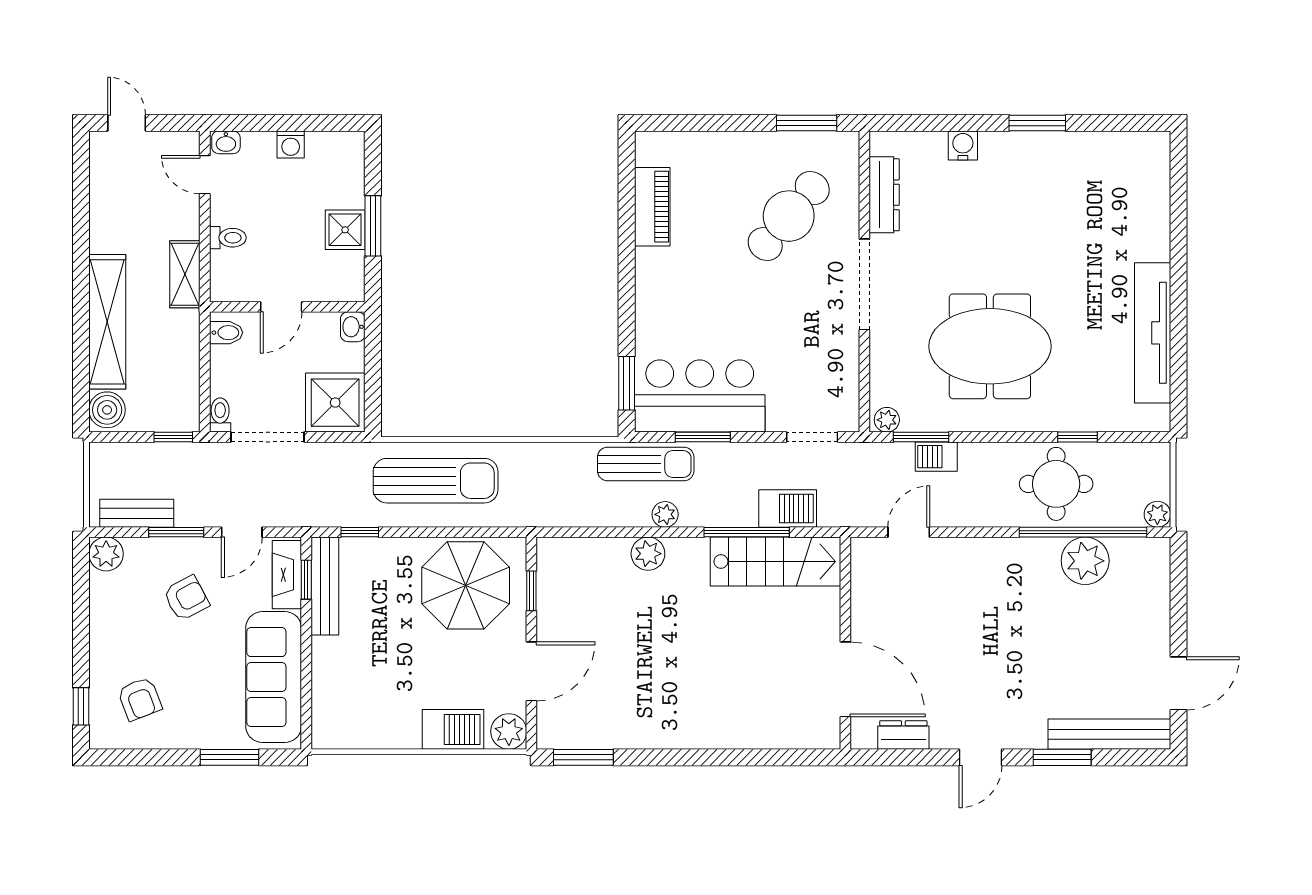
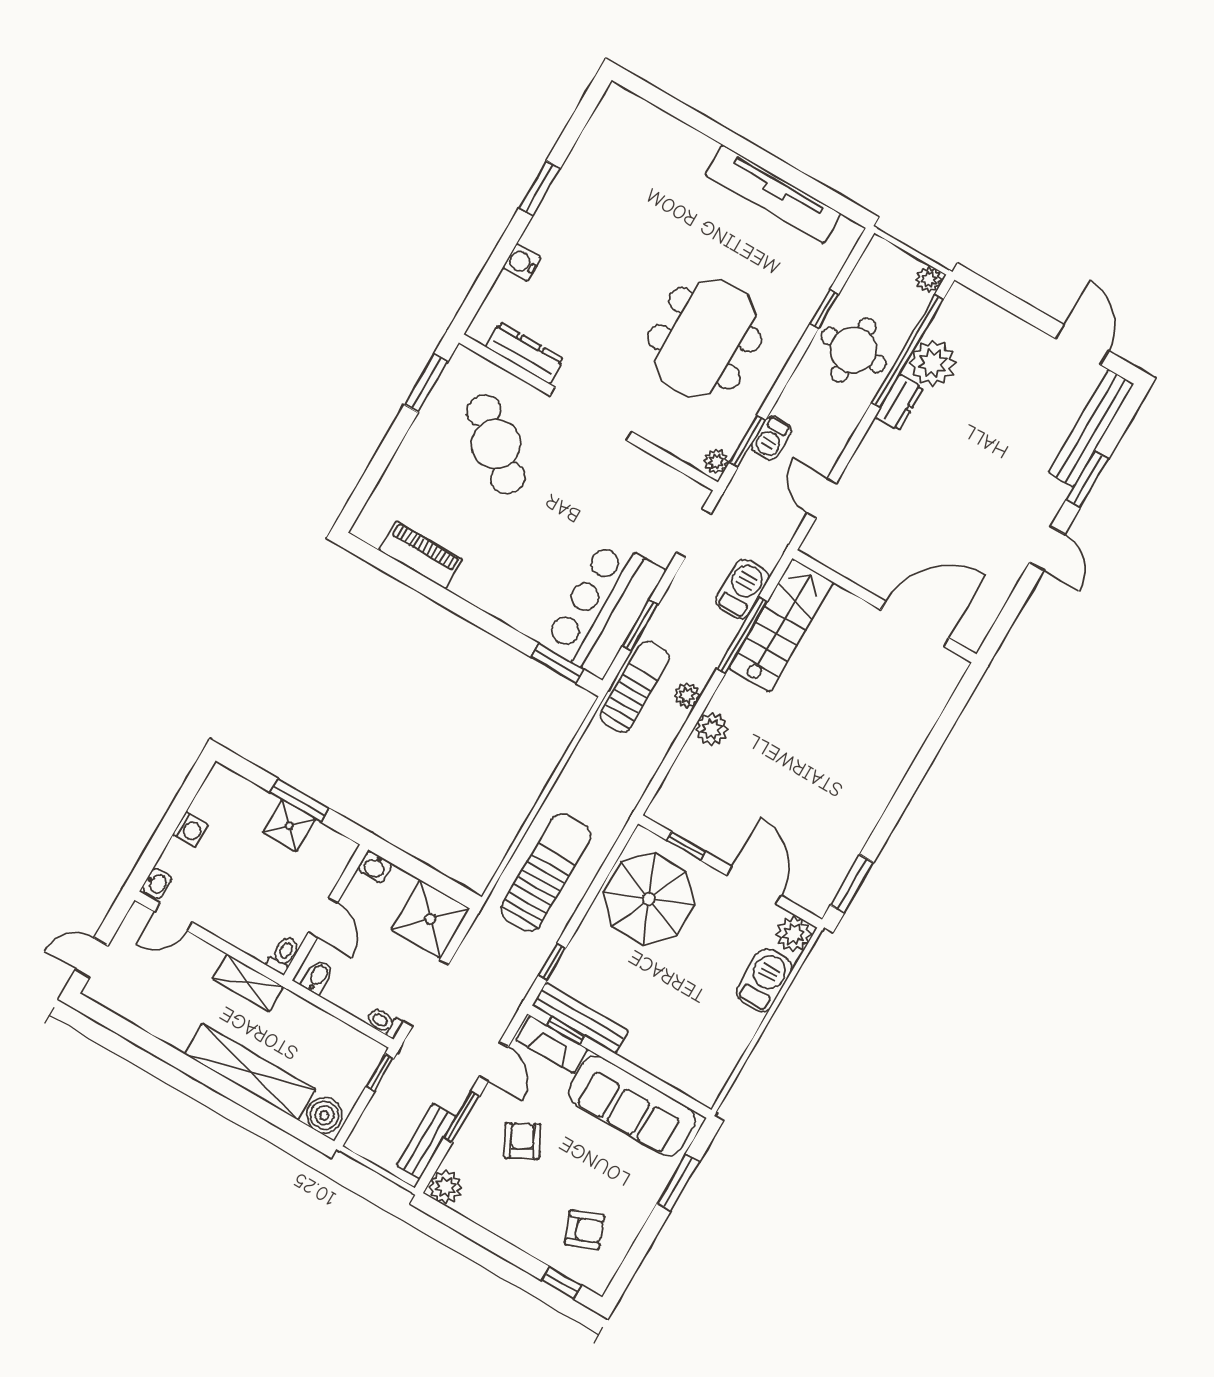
toilet: (228, 238) -> (283, 955), moved
dresser: (903, 735) -> (899, 402), moved, turned 180

